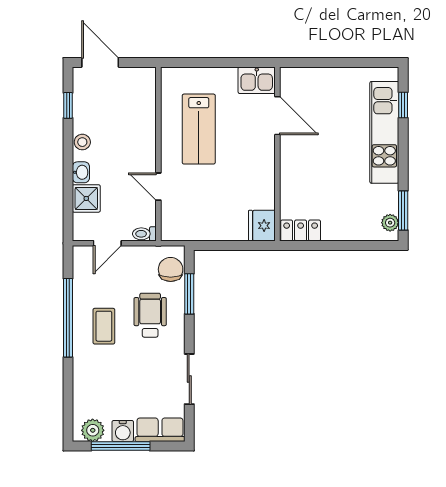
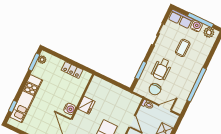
water cooler: (291, 153) -> (70, 109), added
fridge: (262, 226) -> (86, 105), moved
locker: (301, 230) -> (72, 70), moved
chair: (171, 269) -> (155, 89), moved
coffee table: (104, 326) -> (183, 48), moved

